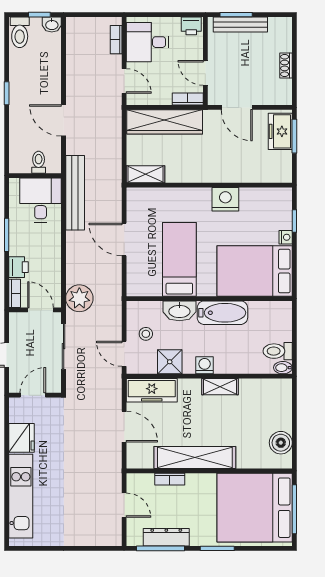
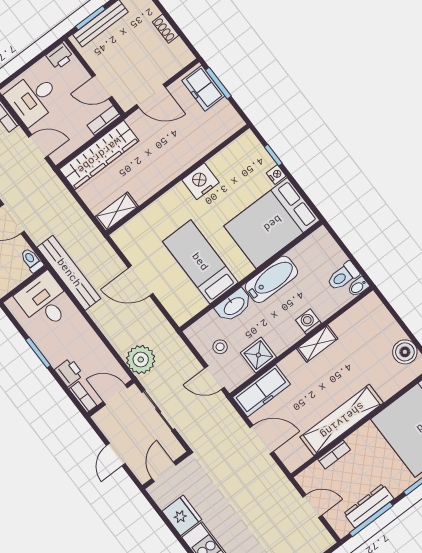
toilet: (39, 162) -> (32, 260), moved
washing machine: (205, 365) -> (308, 322), moved

